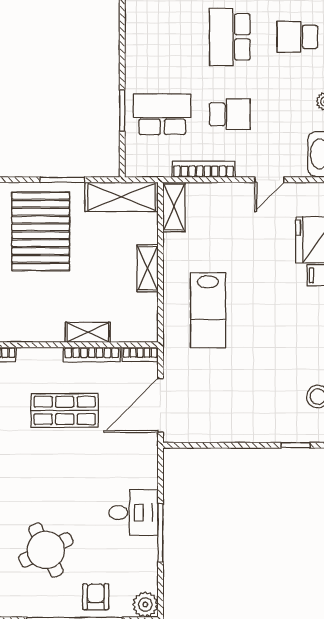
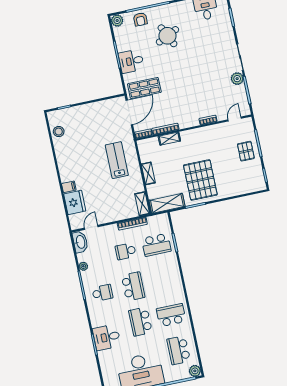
door: (269, 180) -> (91, 227), moved
shop shelf: (65, 410) -> (144, 88), moved

